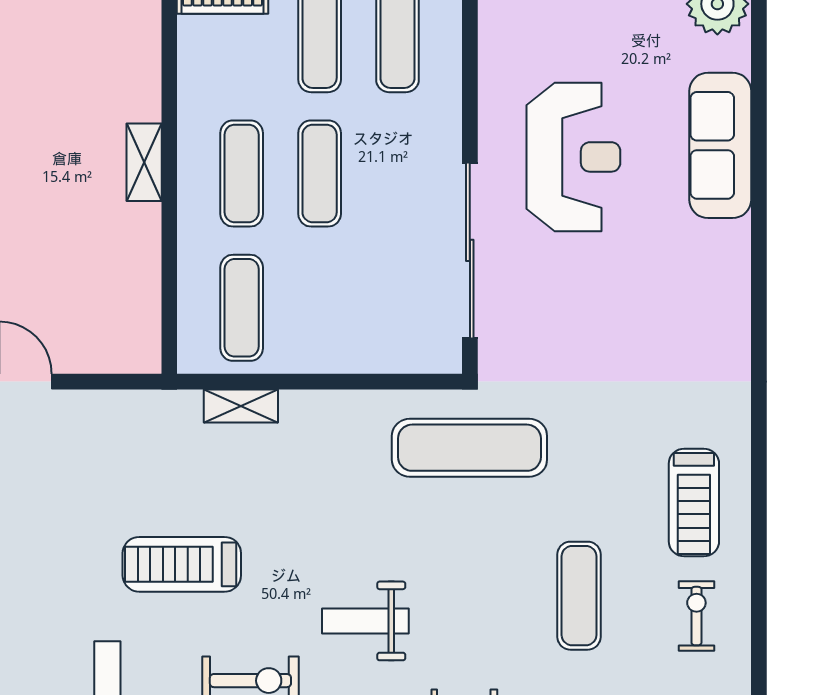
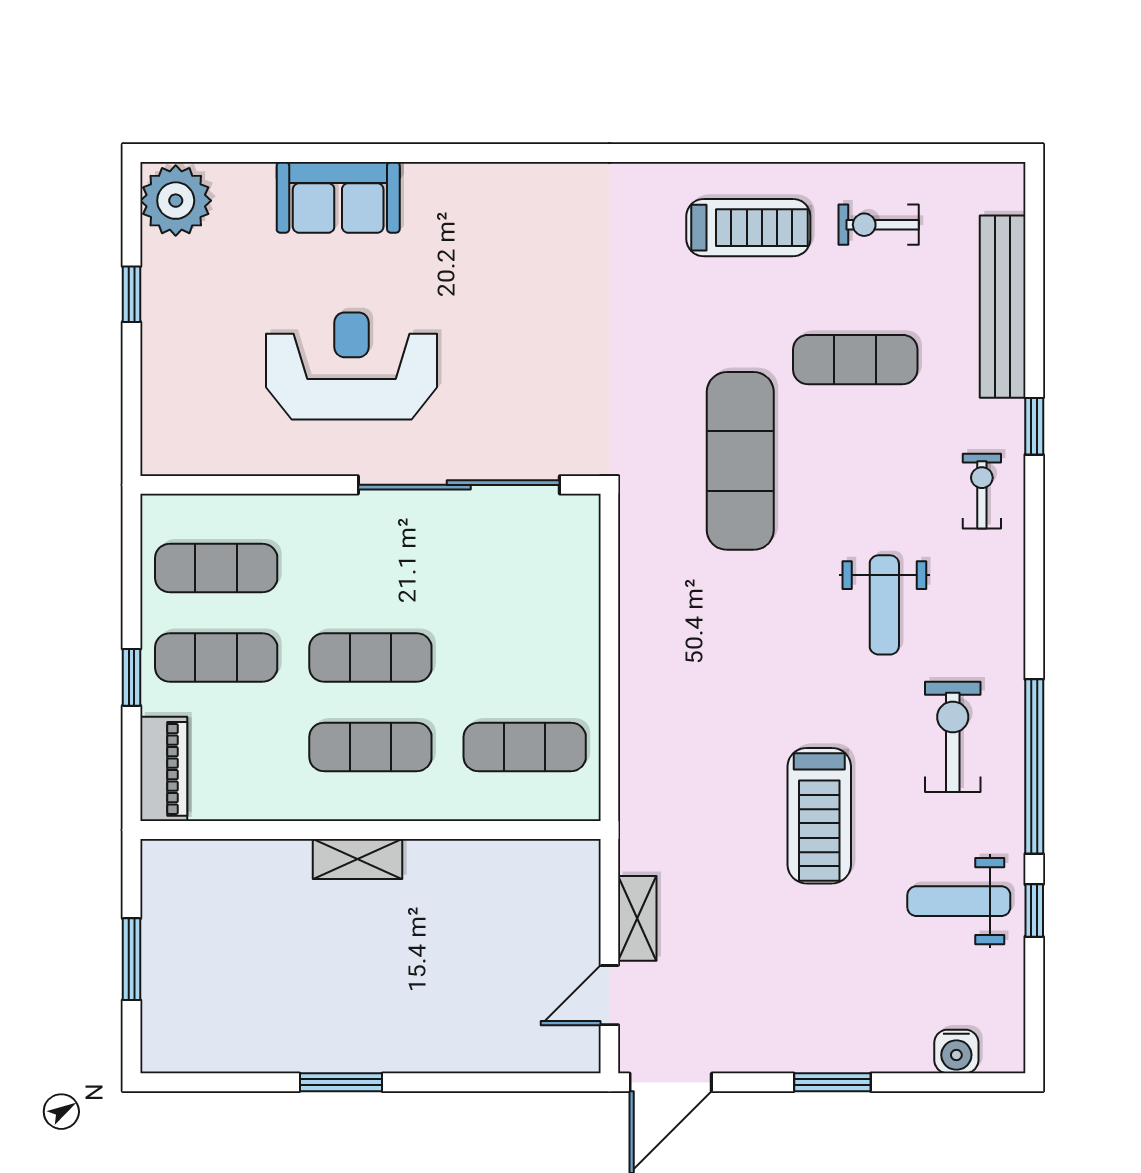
sofa: (720, 145) -> (338, 197), width x0.73
shelving: (241, 406) -> (637, 918), moved
exercise mat: (469, 448) -> (740, 461), moved

